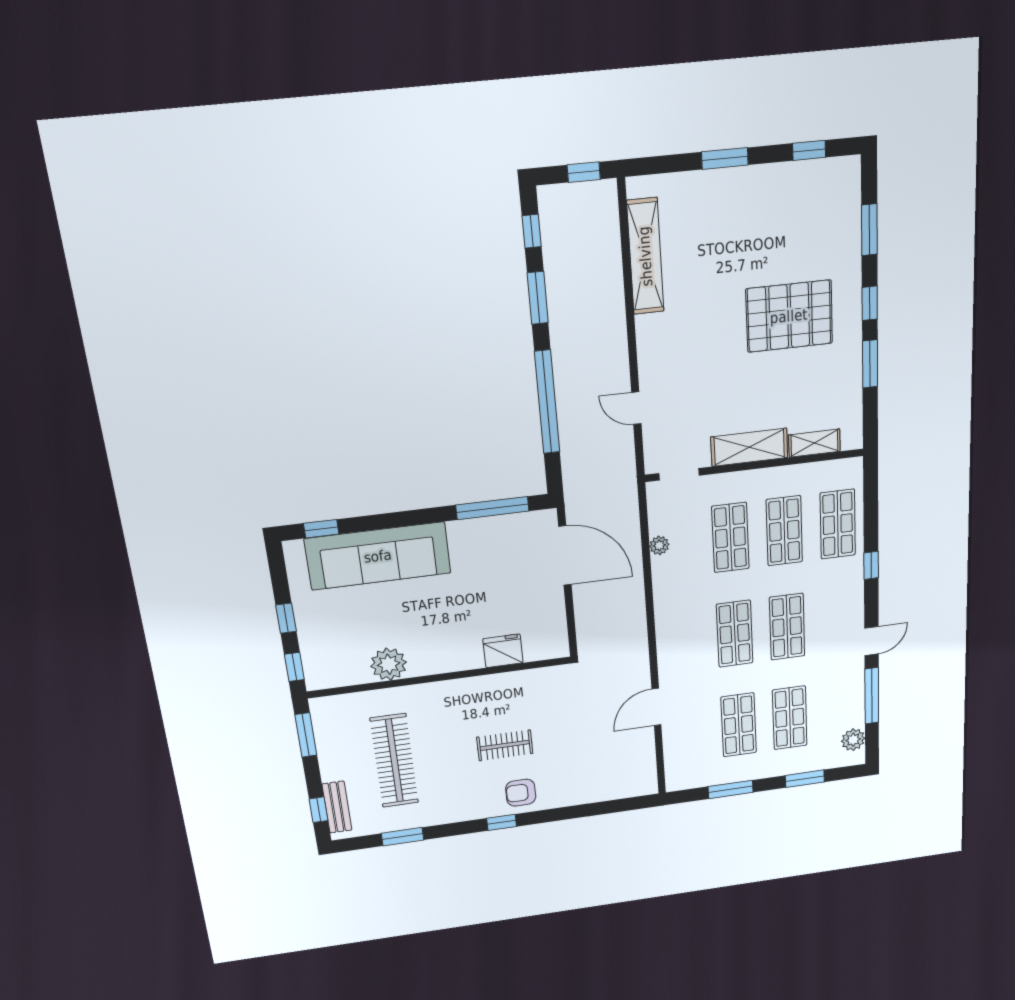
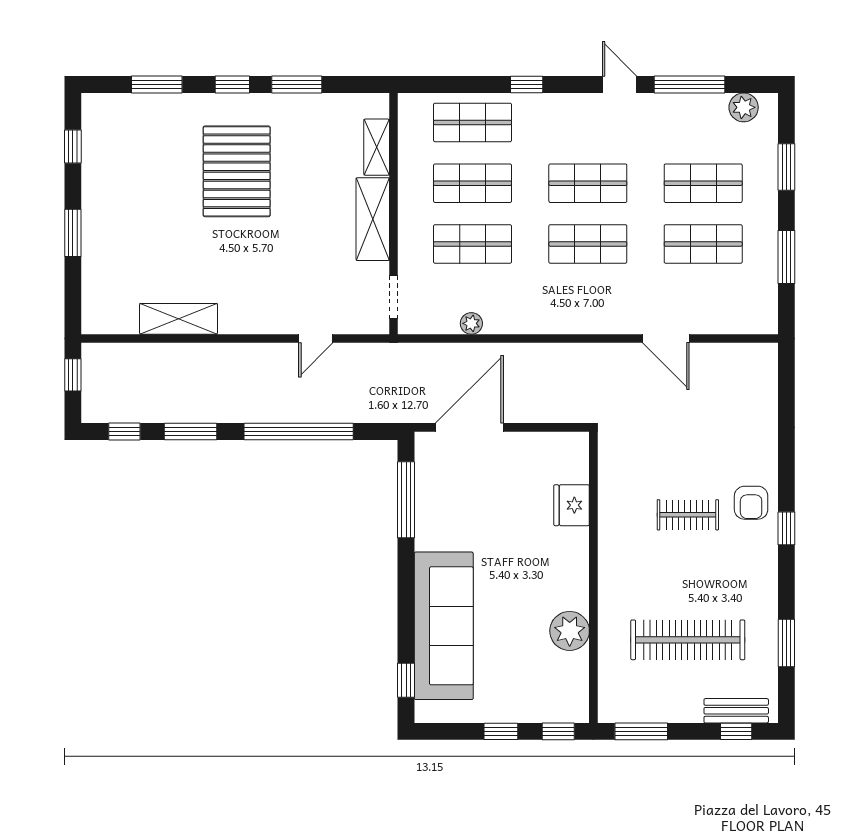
shelving: (645, 256) -> (179, 319), width x0.68
clothes rail: (505, 745) -> (688, 515), turned 90

